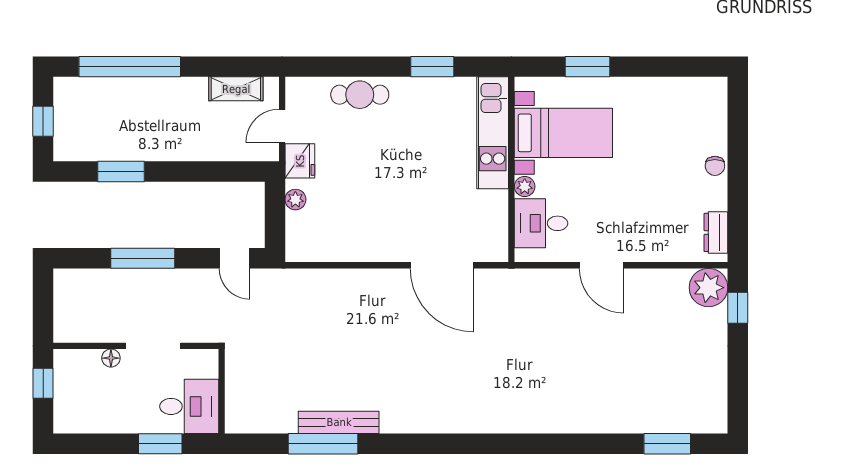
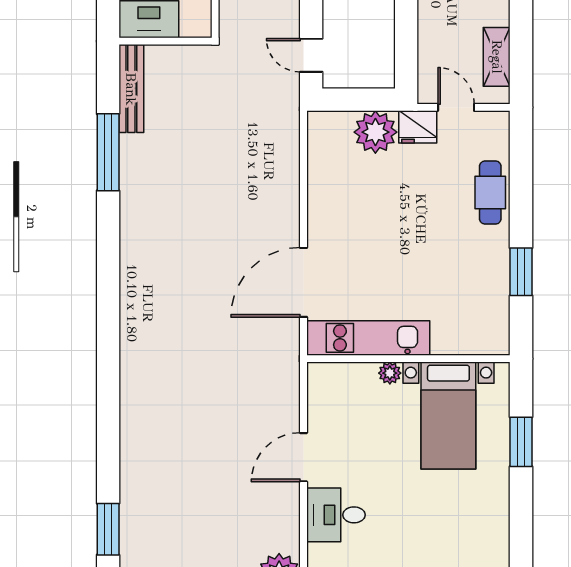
kitchen unit: (493, 133) -> (368, 338), moved
plant: (295, 200) -> (375, 132), width x1.88, depth x1.88
desk: (541, 223) -> (336, 515), moved, turned -90
door: (234, 258) -> (311, 55), hinge flipped
bench: (339, 422) -> (131, 89), moved

